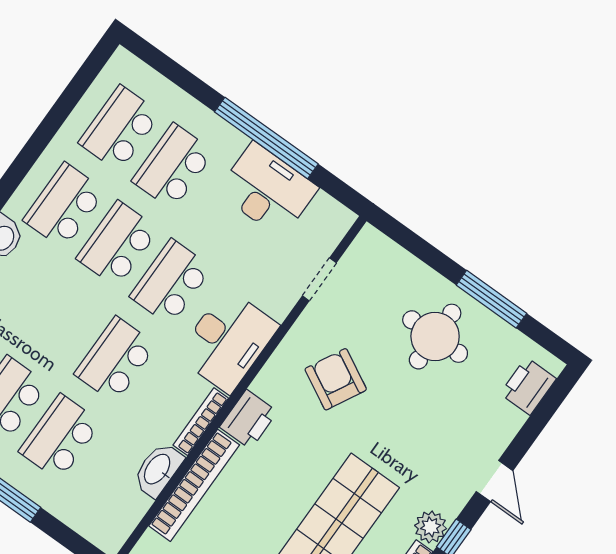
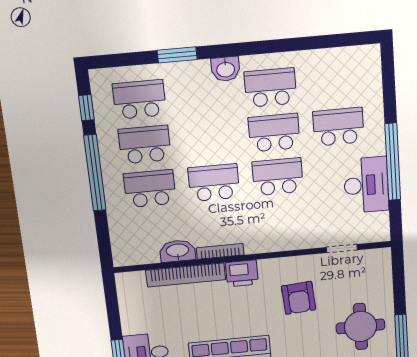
school desk: (120, 128) -> (336, 82), removed
desk: (228, 341) -> (272, 230), removed
armchair: (336, 379) -> (299, 298), turned 148

